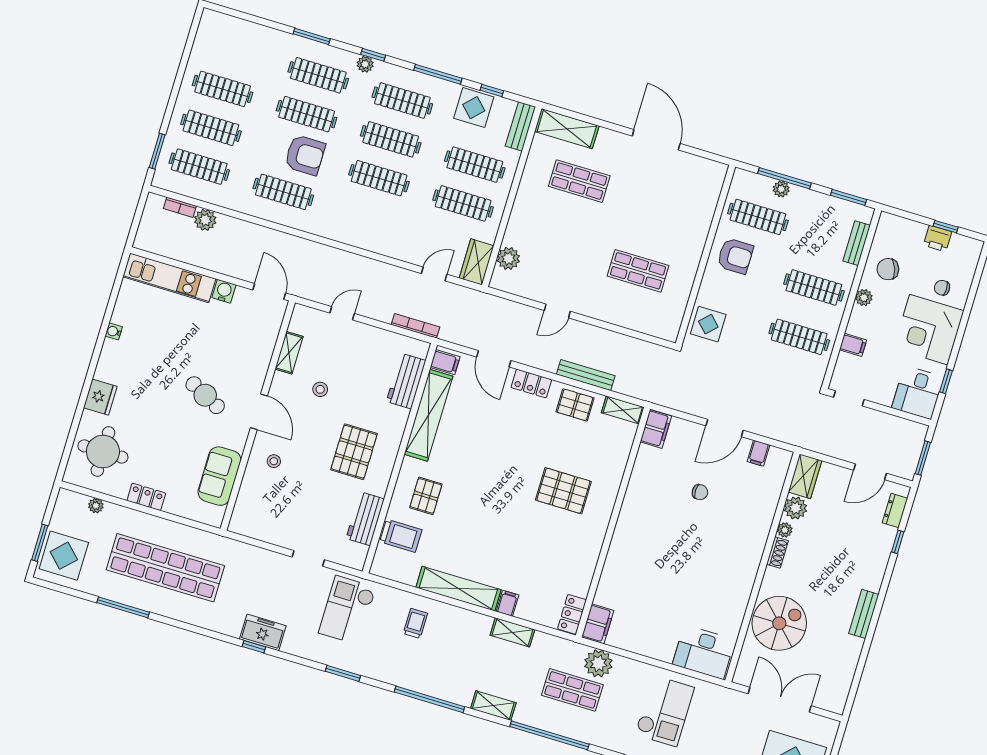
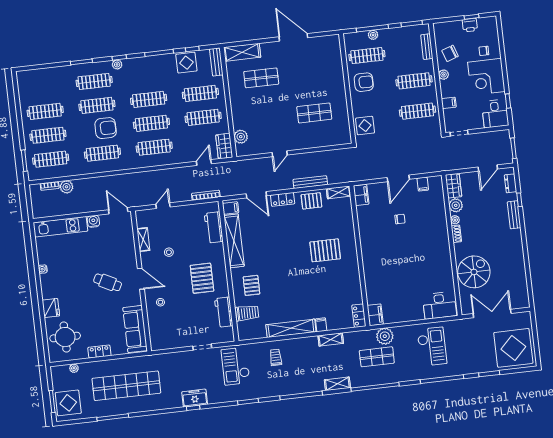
clothes rail: (402, 100) -> (154, 147), moved
sofa: (219, 476) -> (135, 329), width x1.36
bench: (864, 614) -> (514, 215), moved

